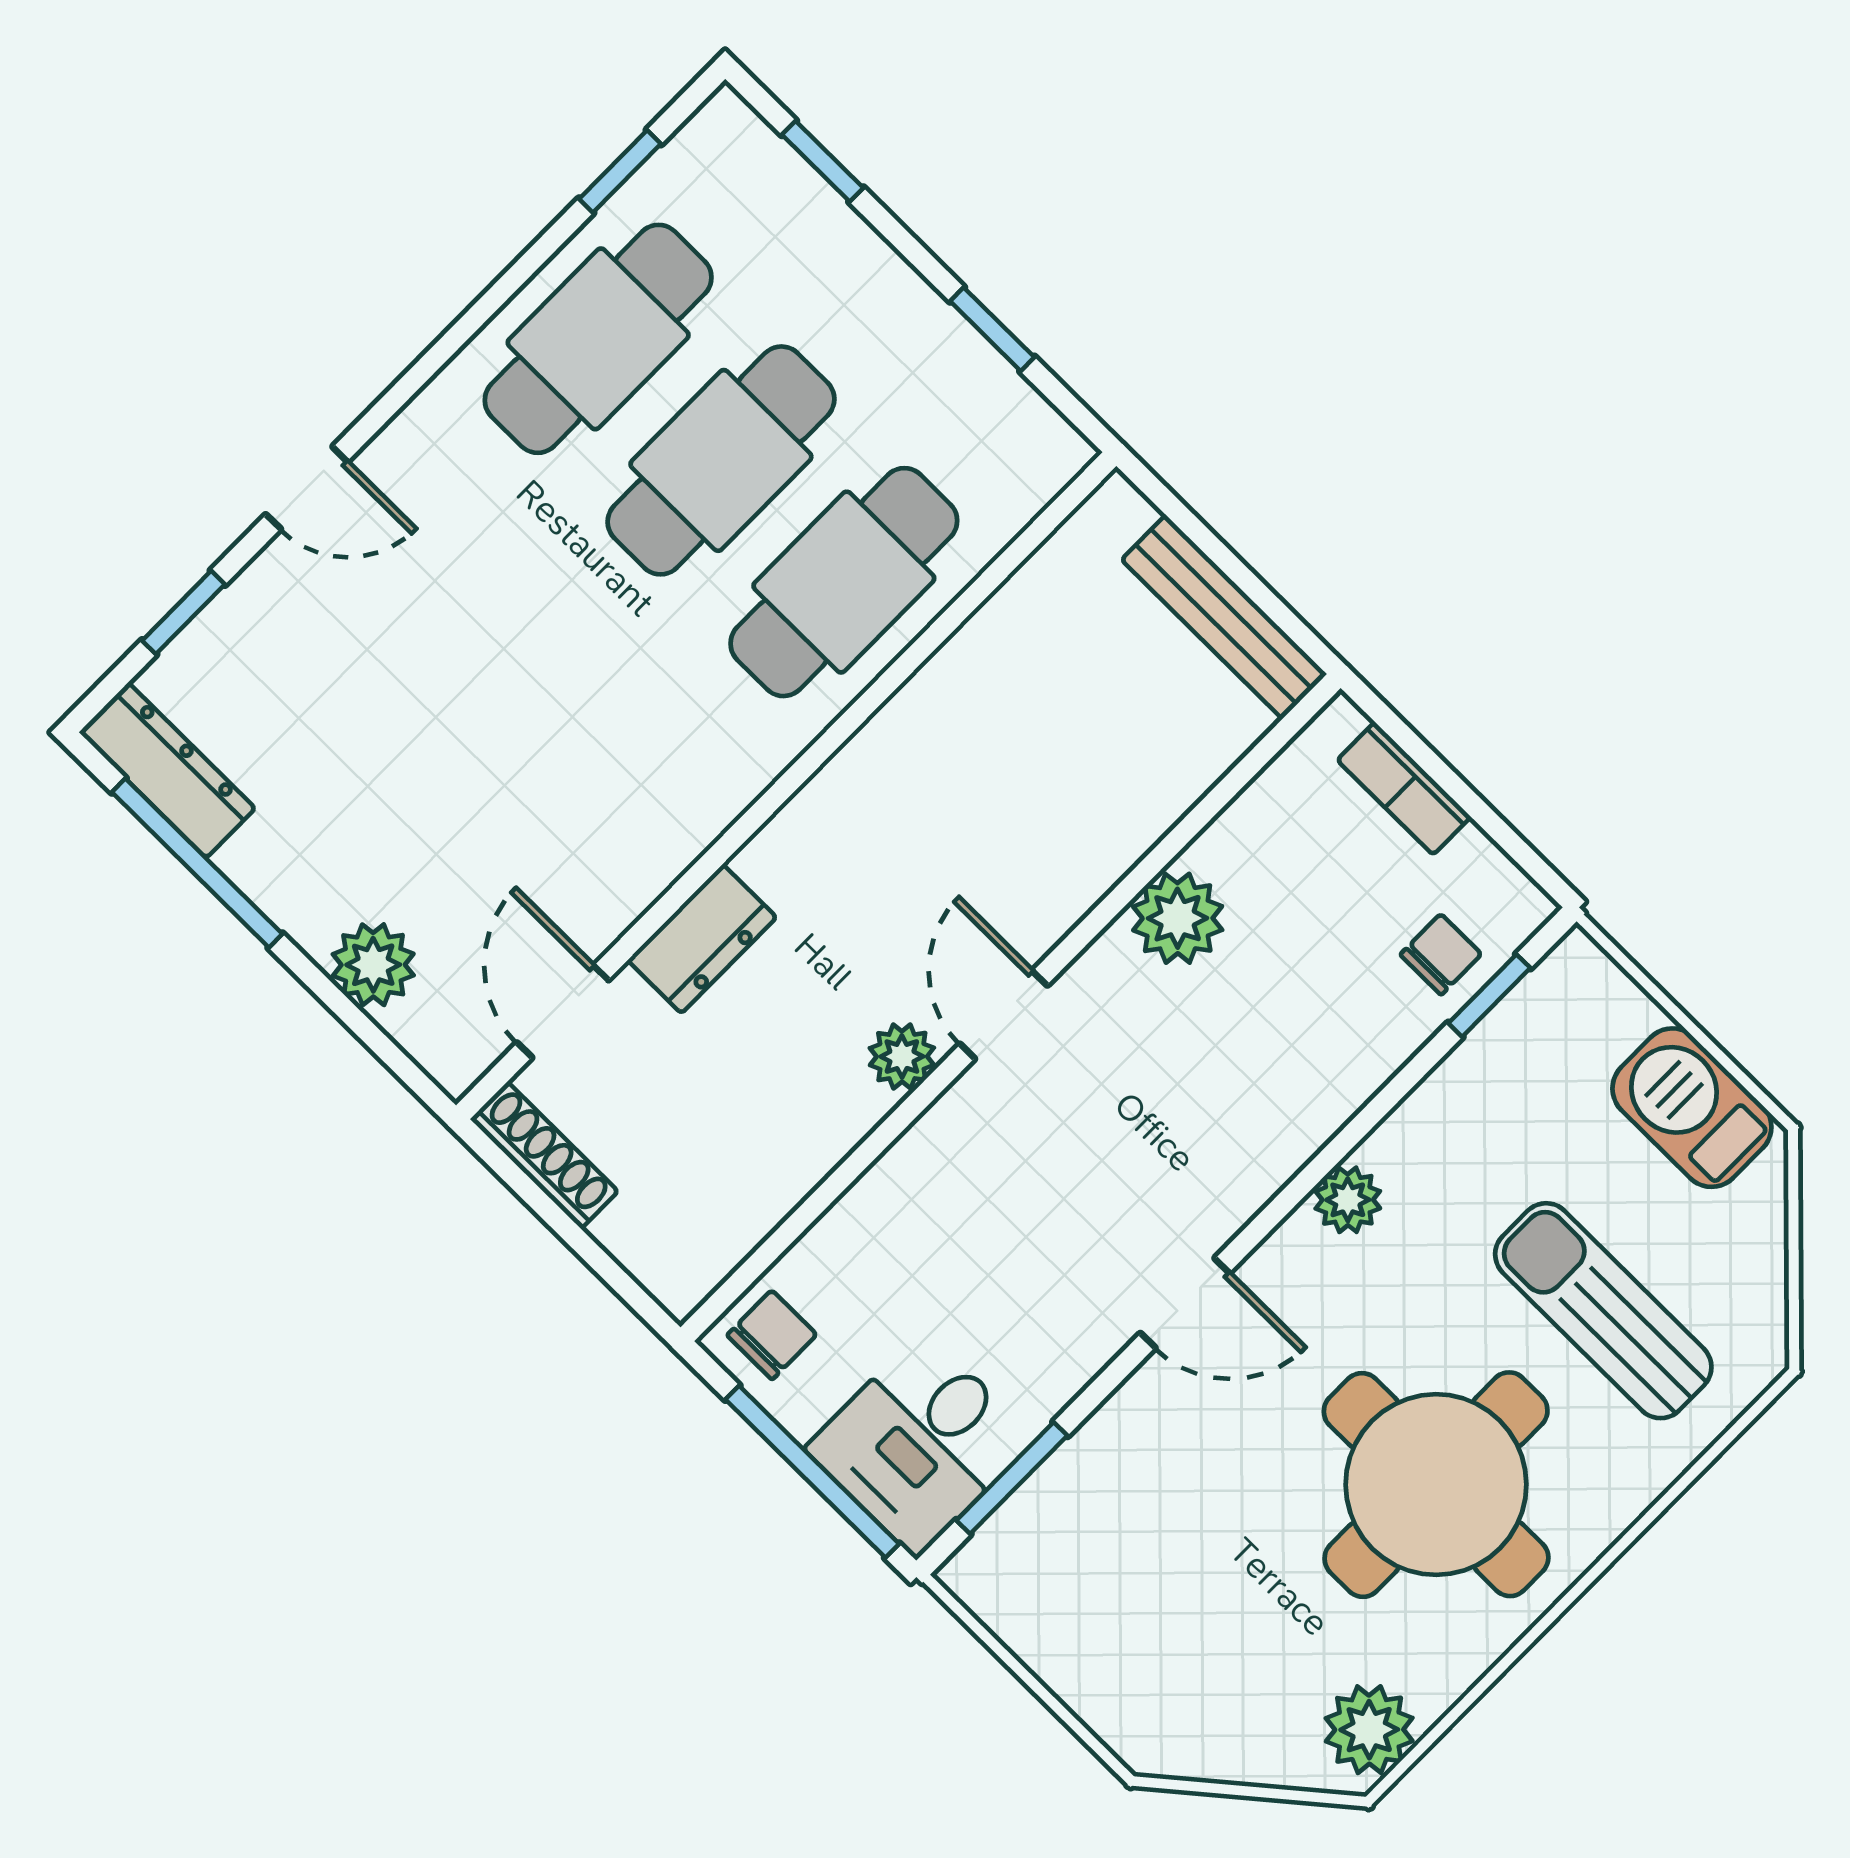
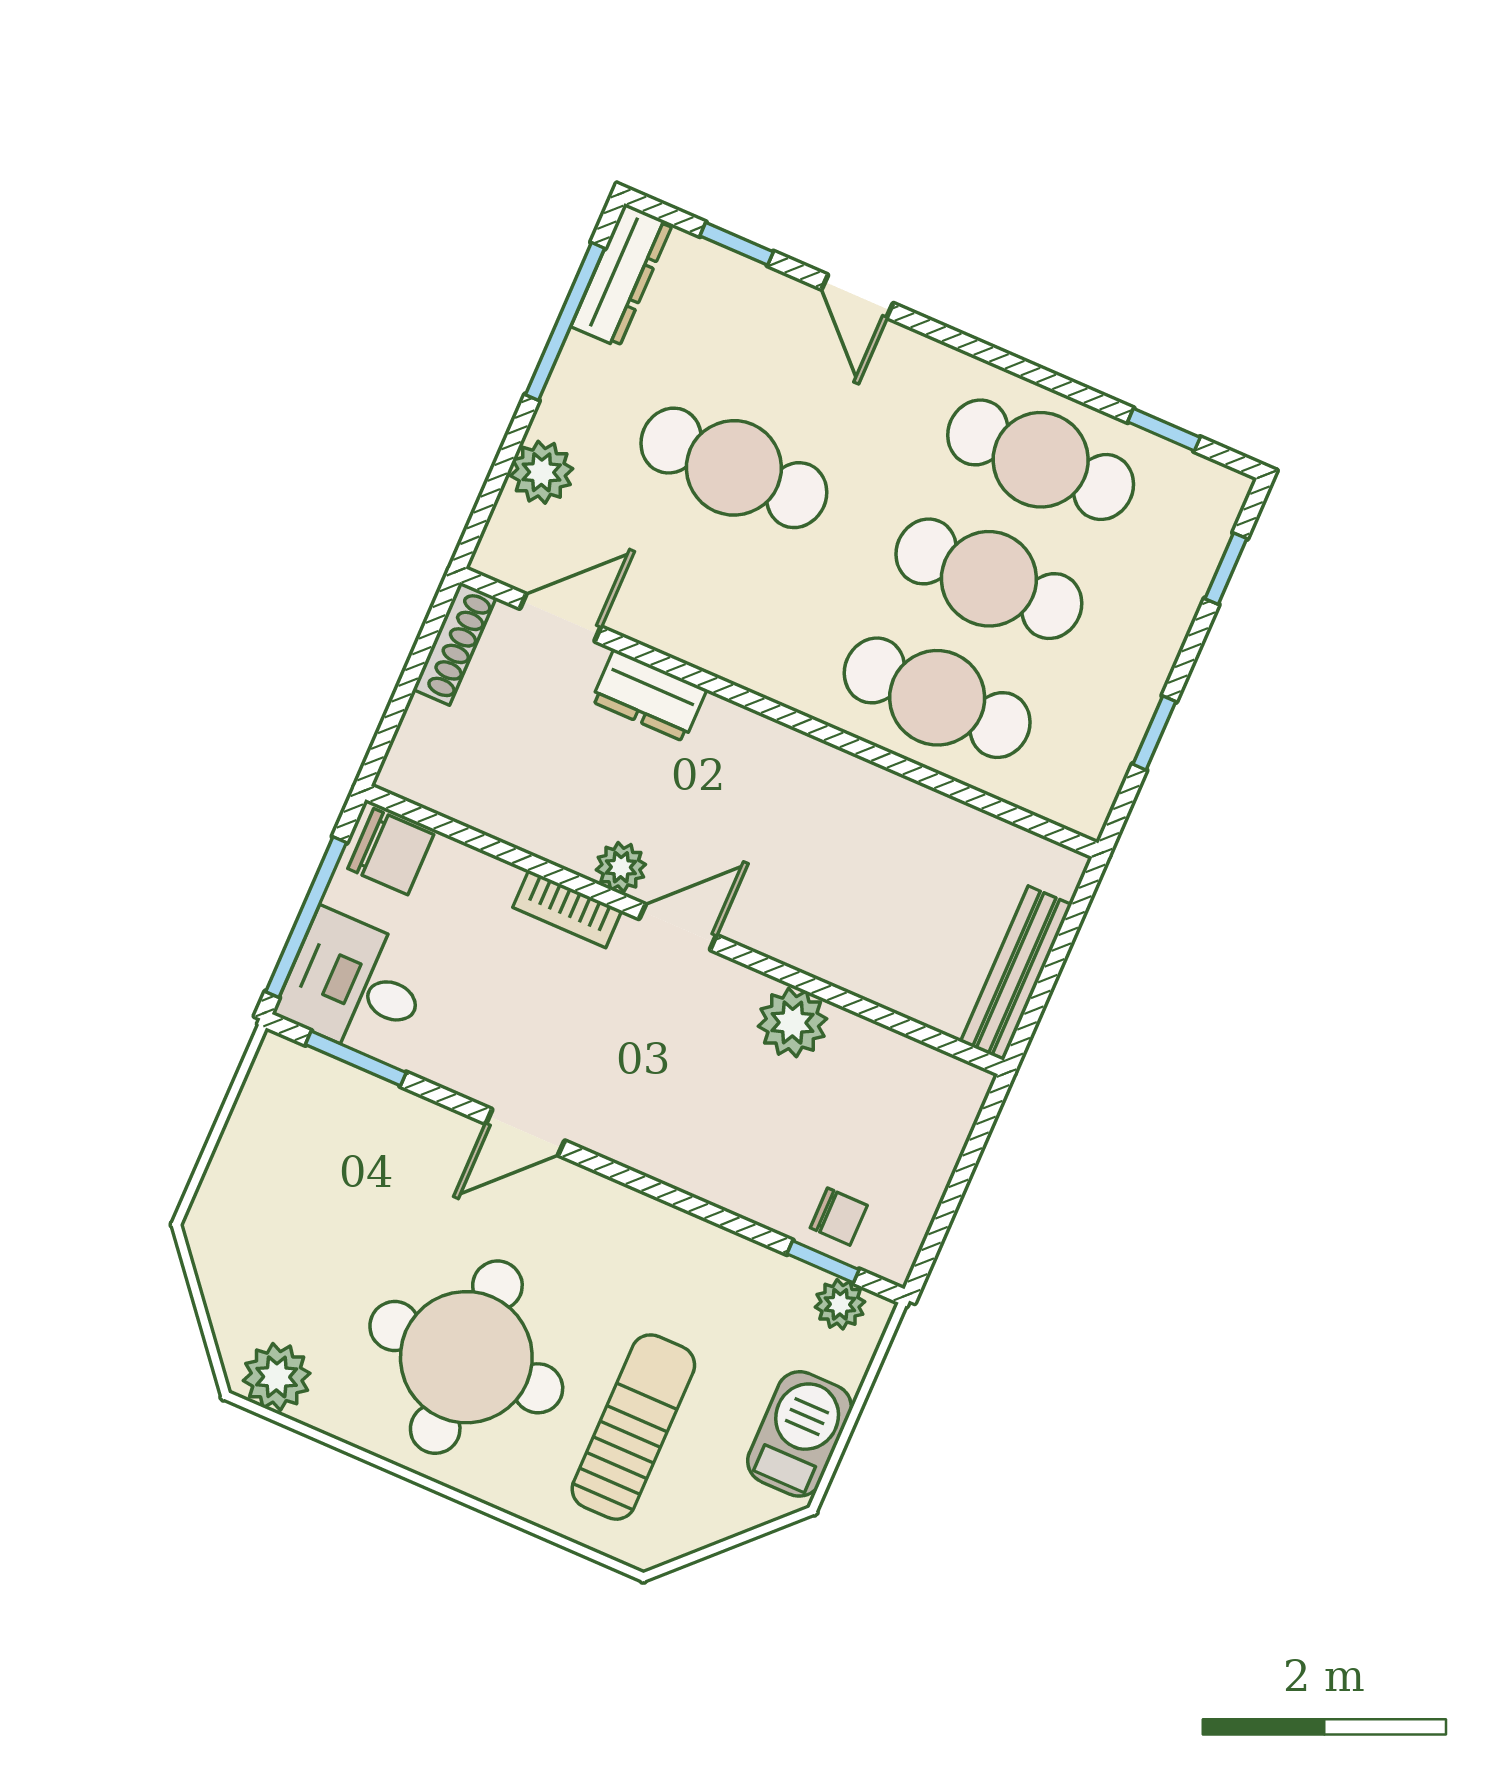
cafe table: (460, 724) -> (734, 468), added
bookcase: (1404, 788) -> (567, 909), moved, turned -90
plant: (1348, 1200) -> (840, 1304), moved
door: (1185, 1303) -> (525, 1132), hinge flipped
chair: (772, 1335) -> (391, 852), width x1.37, depth x1.37

